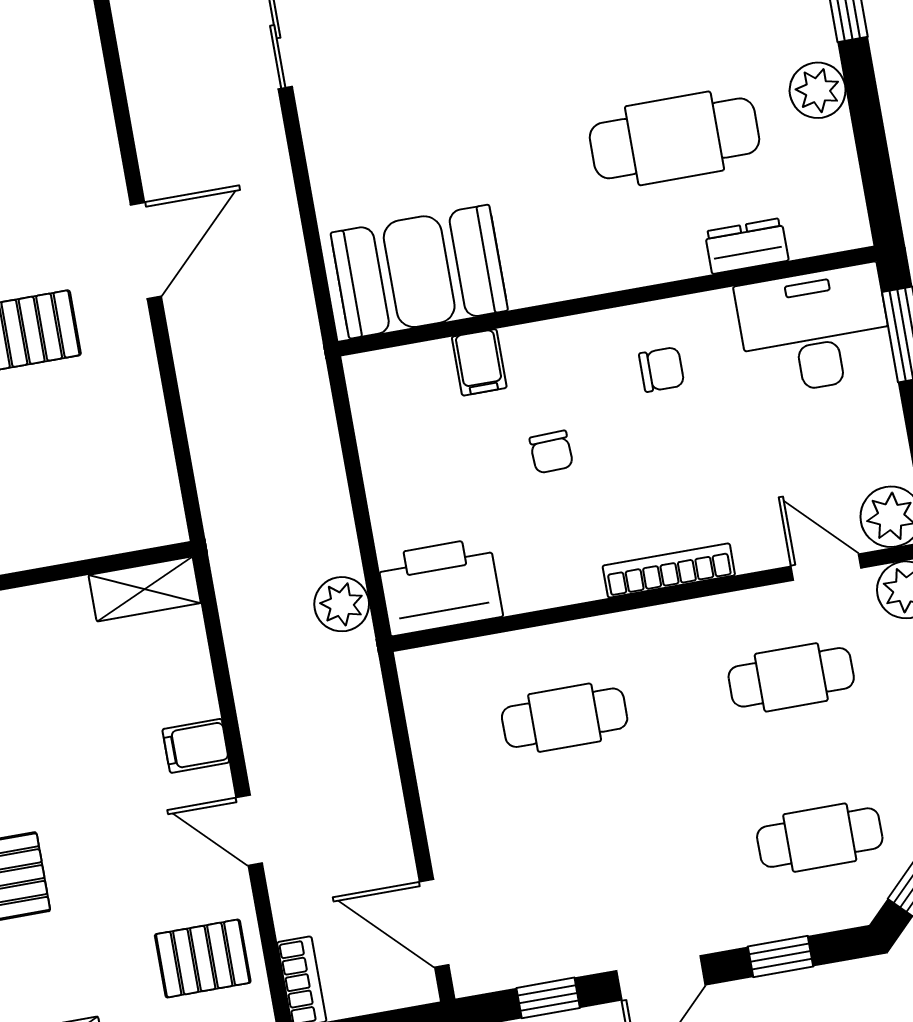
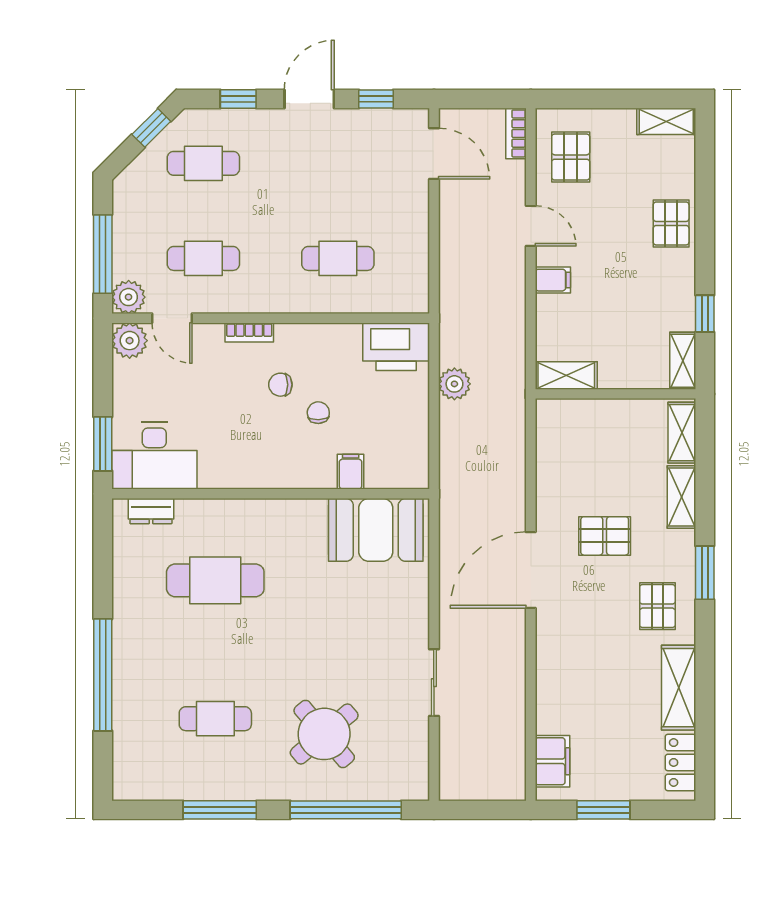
plant: (818, 90) -> (128, 593), removed
dresser: (747, 246) -> (151, 511), moved
door: (146, 250) -> (531, 570), width x1.36
chair: (662, 369) -> (280, 385), moved
bookcase: (669, 570) -> (249, 332), width x0.64
plant: (342, 604) -> (454, 384), moved
pallet: (203, 958) -> (571, 157), turned 90

